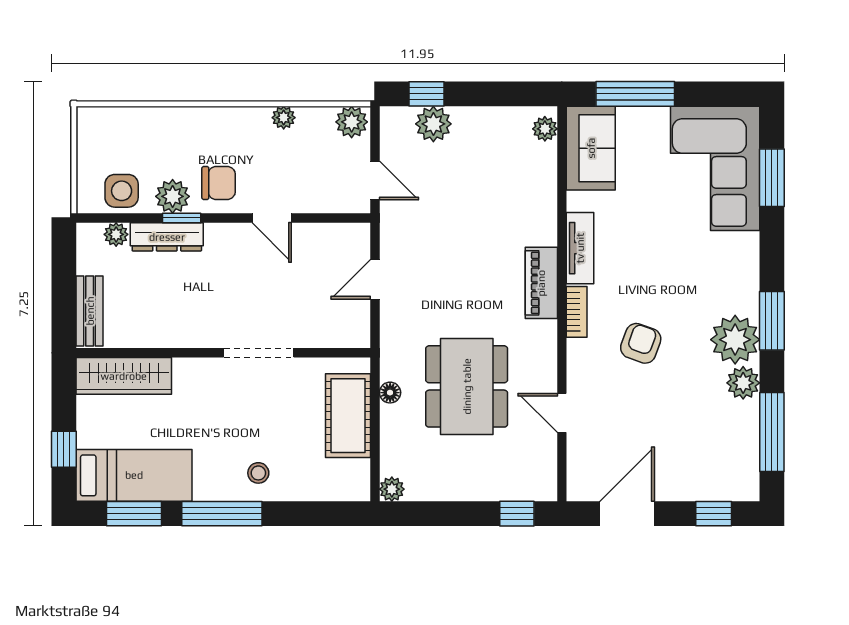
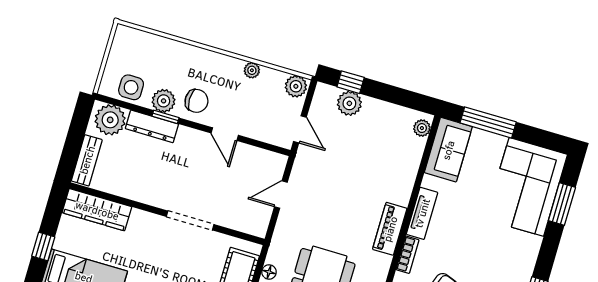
plant: (116, 234) -> (110, 120), width x1.88, depth x1.88

